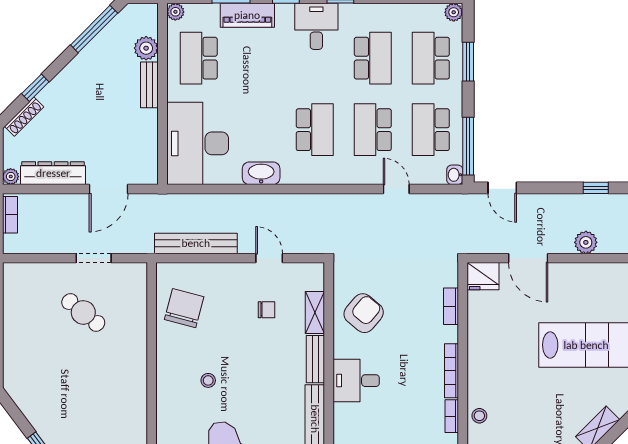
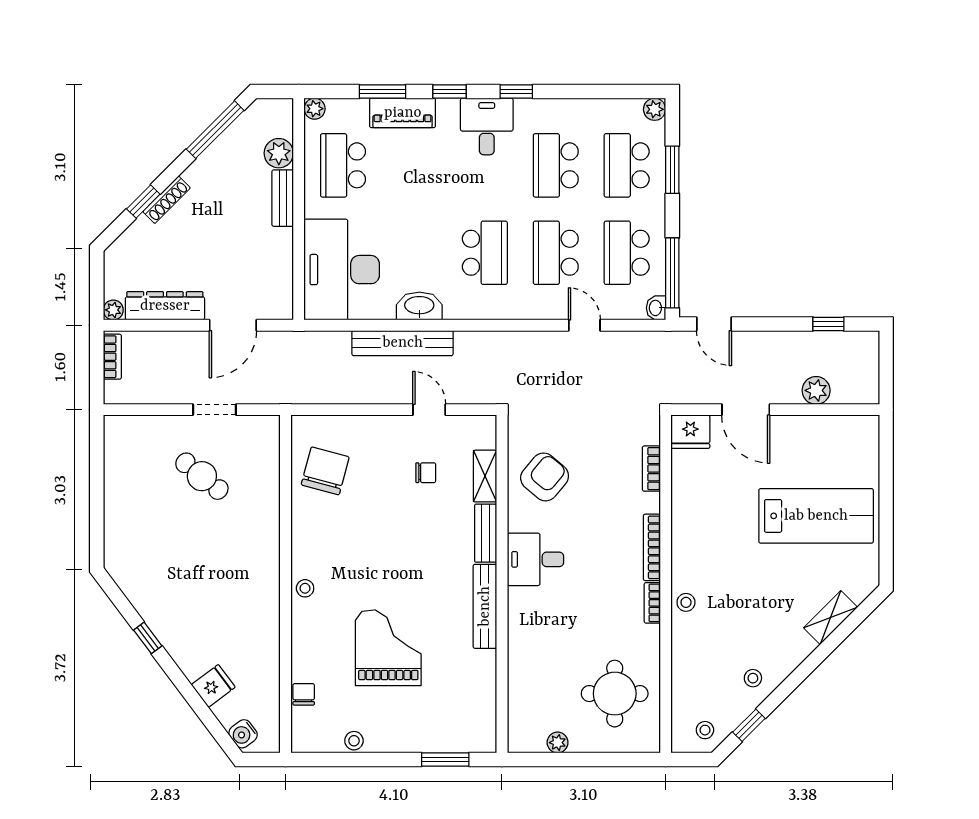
school desk: (373, 58) -> (556, 165), turned 180
shoe rack: (24, 117) -> (167, 200), moved
bench: (196, 243) -> (403, 343), moved
stool: (208, 380) -> (305, 588), moved

